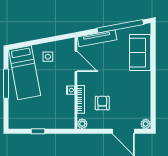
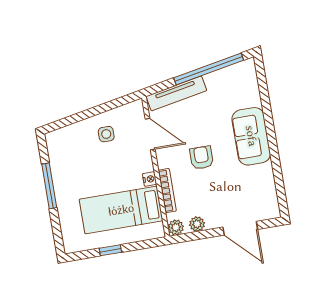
sofa: (140, 53) -> (251, 136), moved
bed: (25, 73) -> (121, 210), moved, turned 101
armchair: (102, 103) -> (202, 158), moved
plant: (146, 124) -> (197, 224), moved

